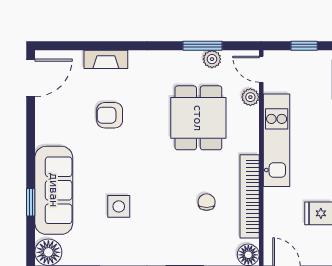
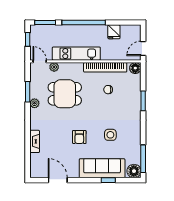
plant: (212, 59) -> (34, 103), moved
door: (261, 69) -> (40, 61), swing flipped
door: (31, 78) -> (58, 180), moved
armchair: (110, 115) -> (79, 137), moved

